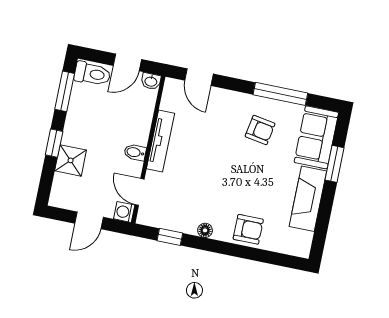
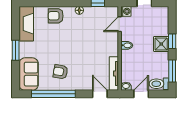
window: (280, 94) -> (53, 94), width x1.46
tv unit: (161, 141) -> (114, 73), moved
shower: (71, 160) -> (161, 44), moved
window: (334, 164) -> (16, 50), moved
door: (140, 192) -> (120, 24), swing flipped
fireplace: (308, 199) -> (26, 24), moved

